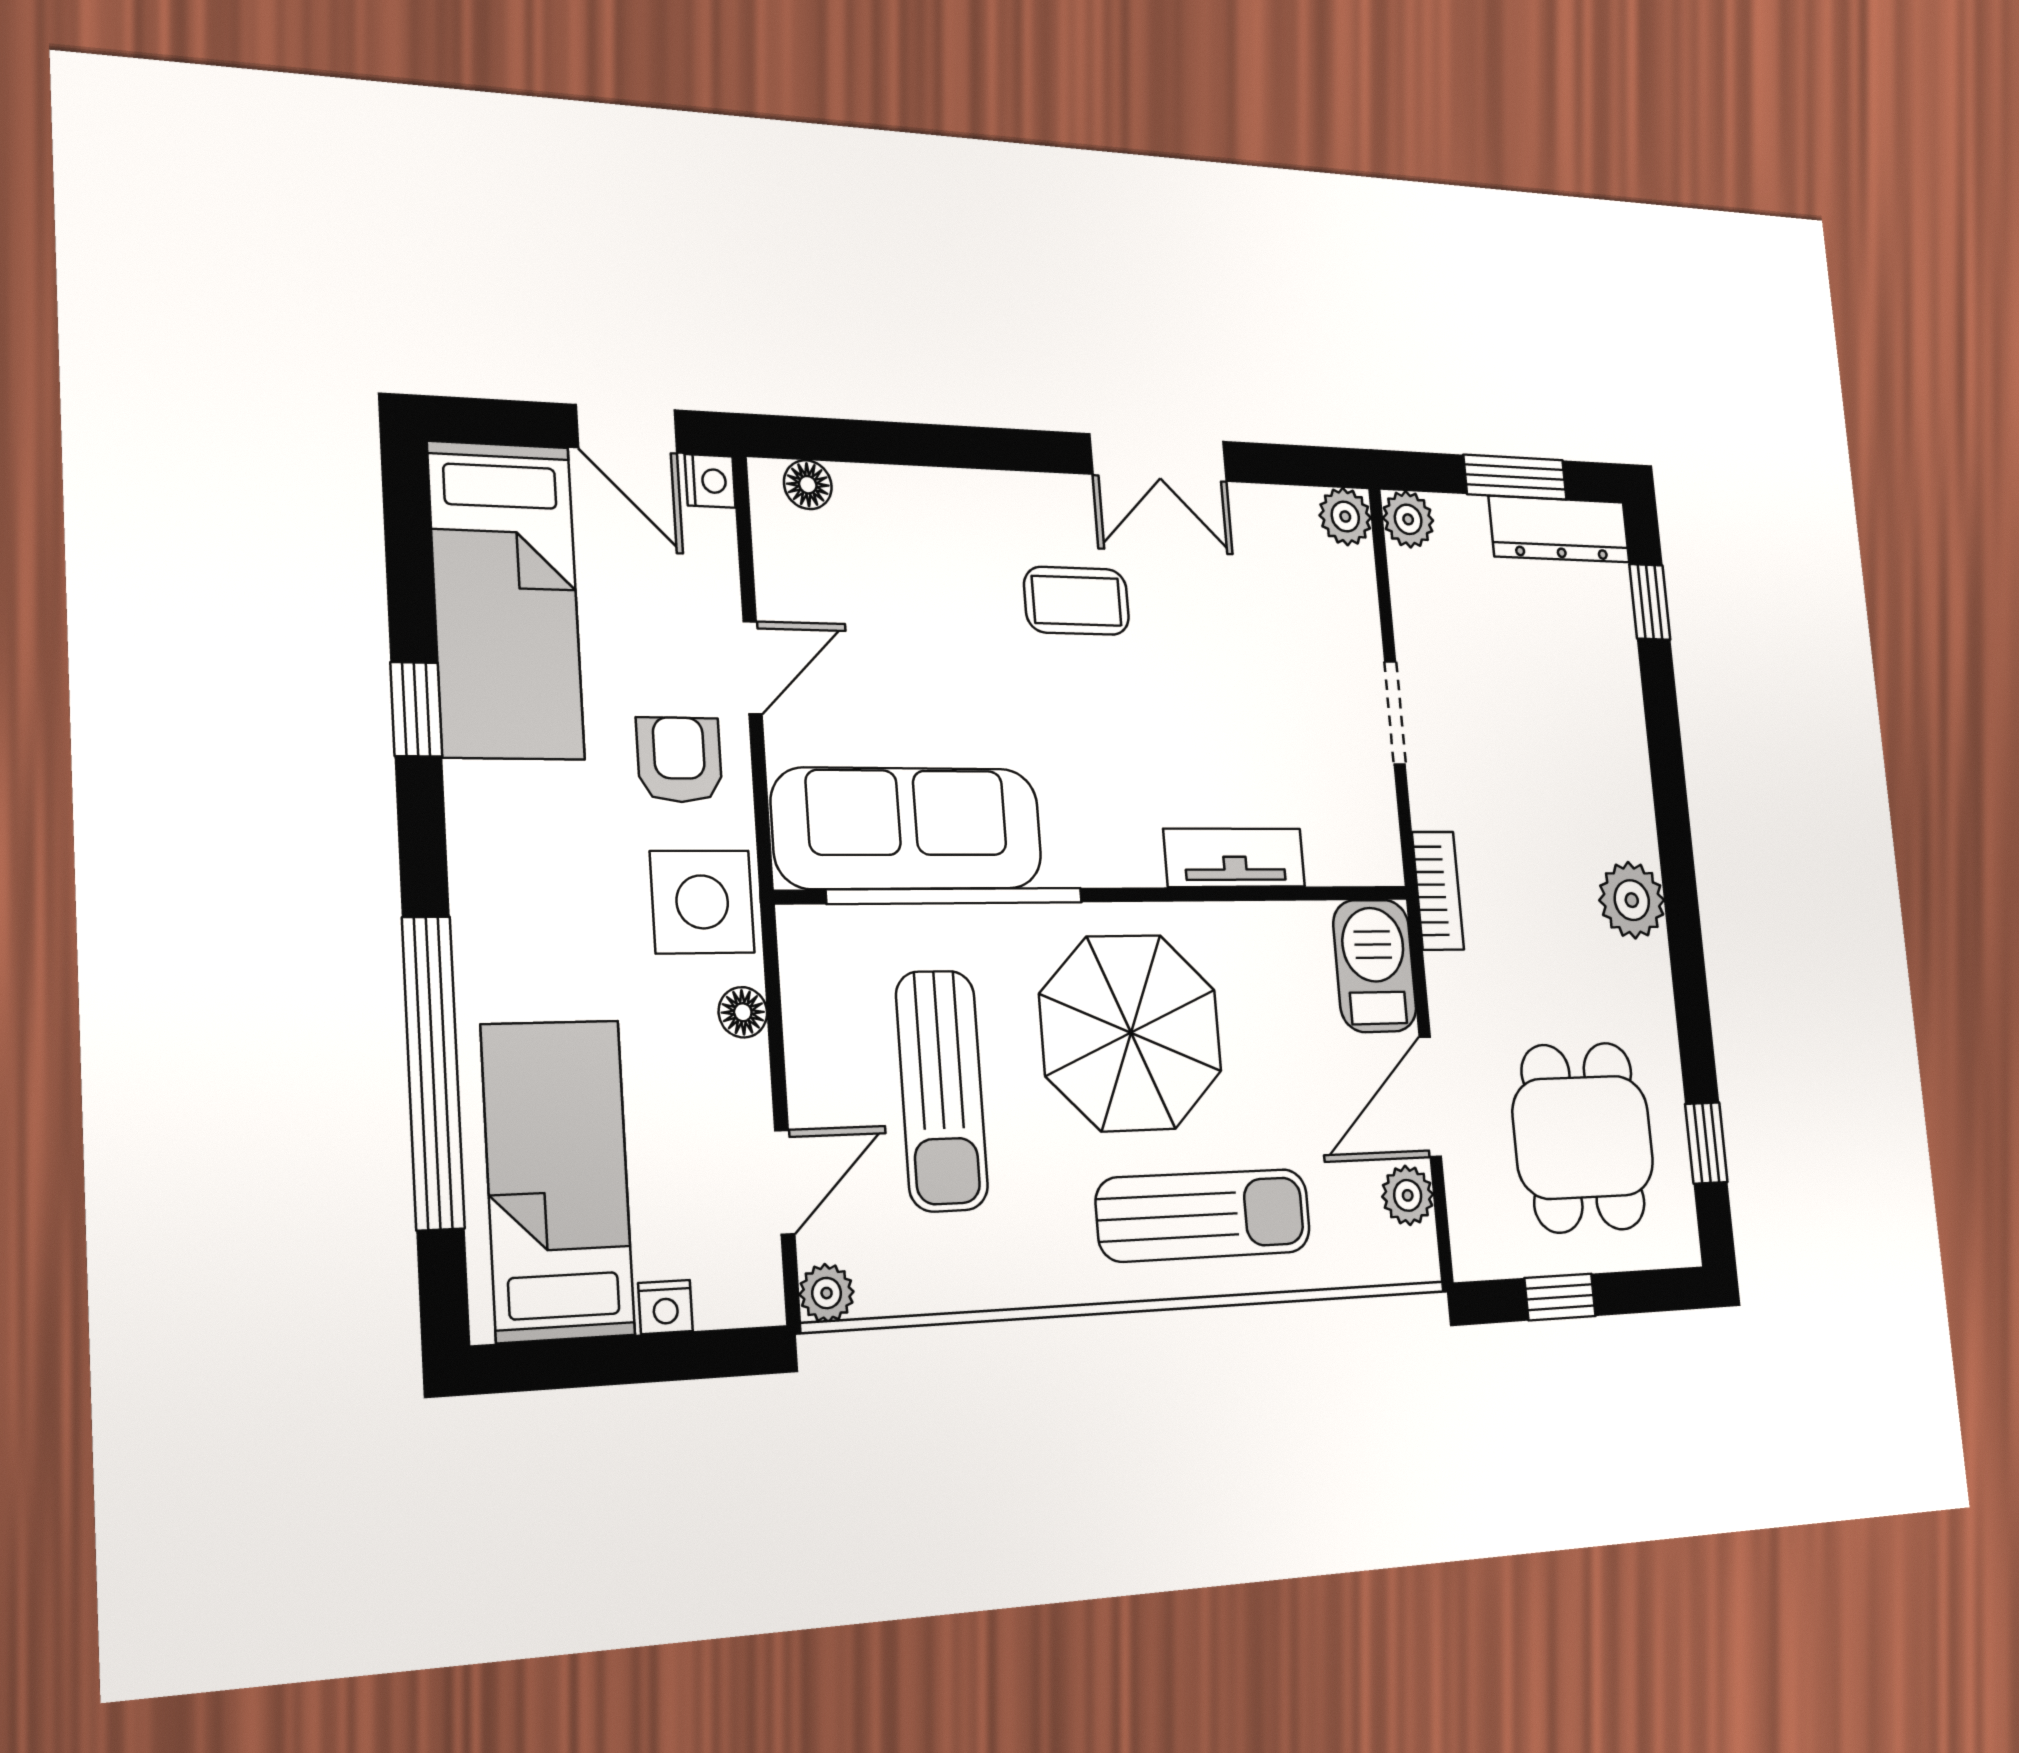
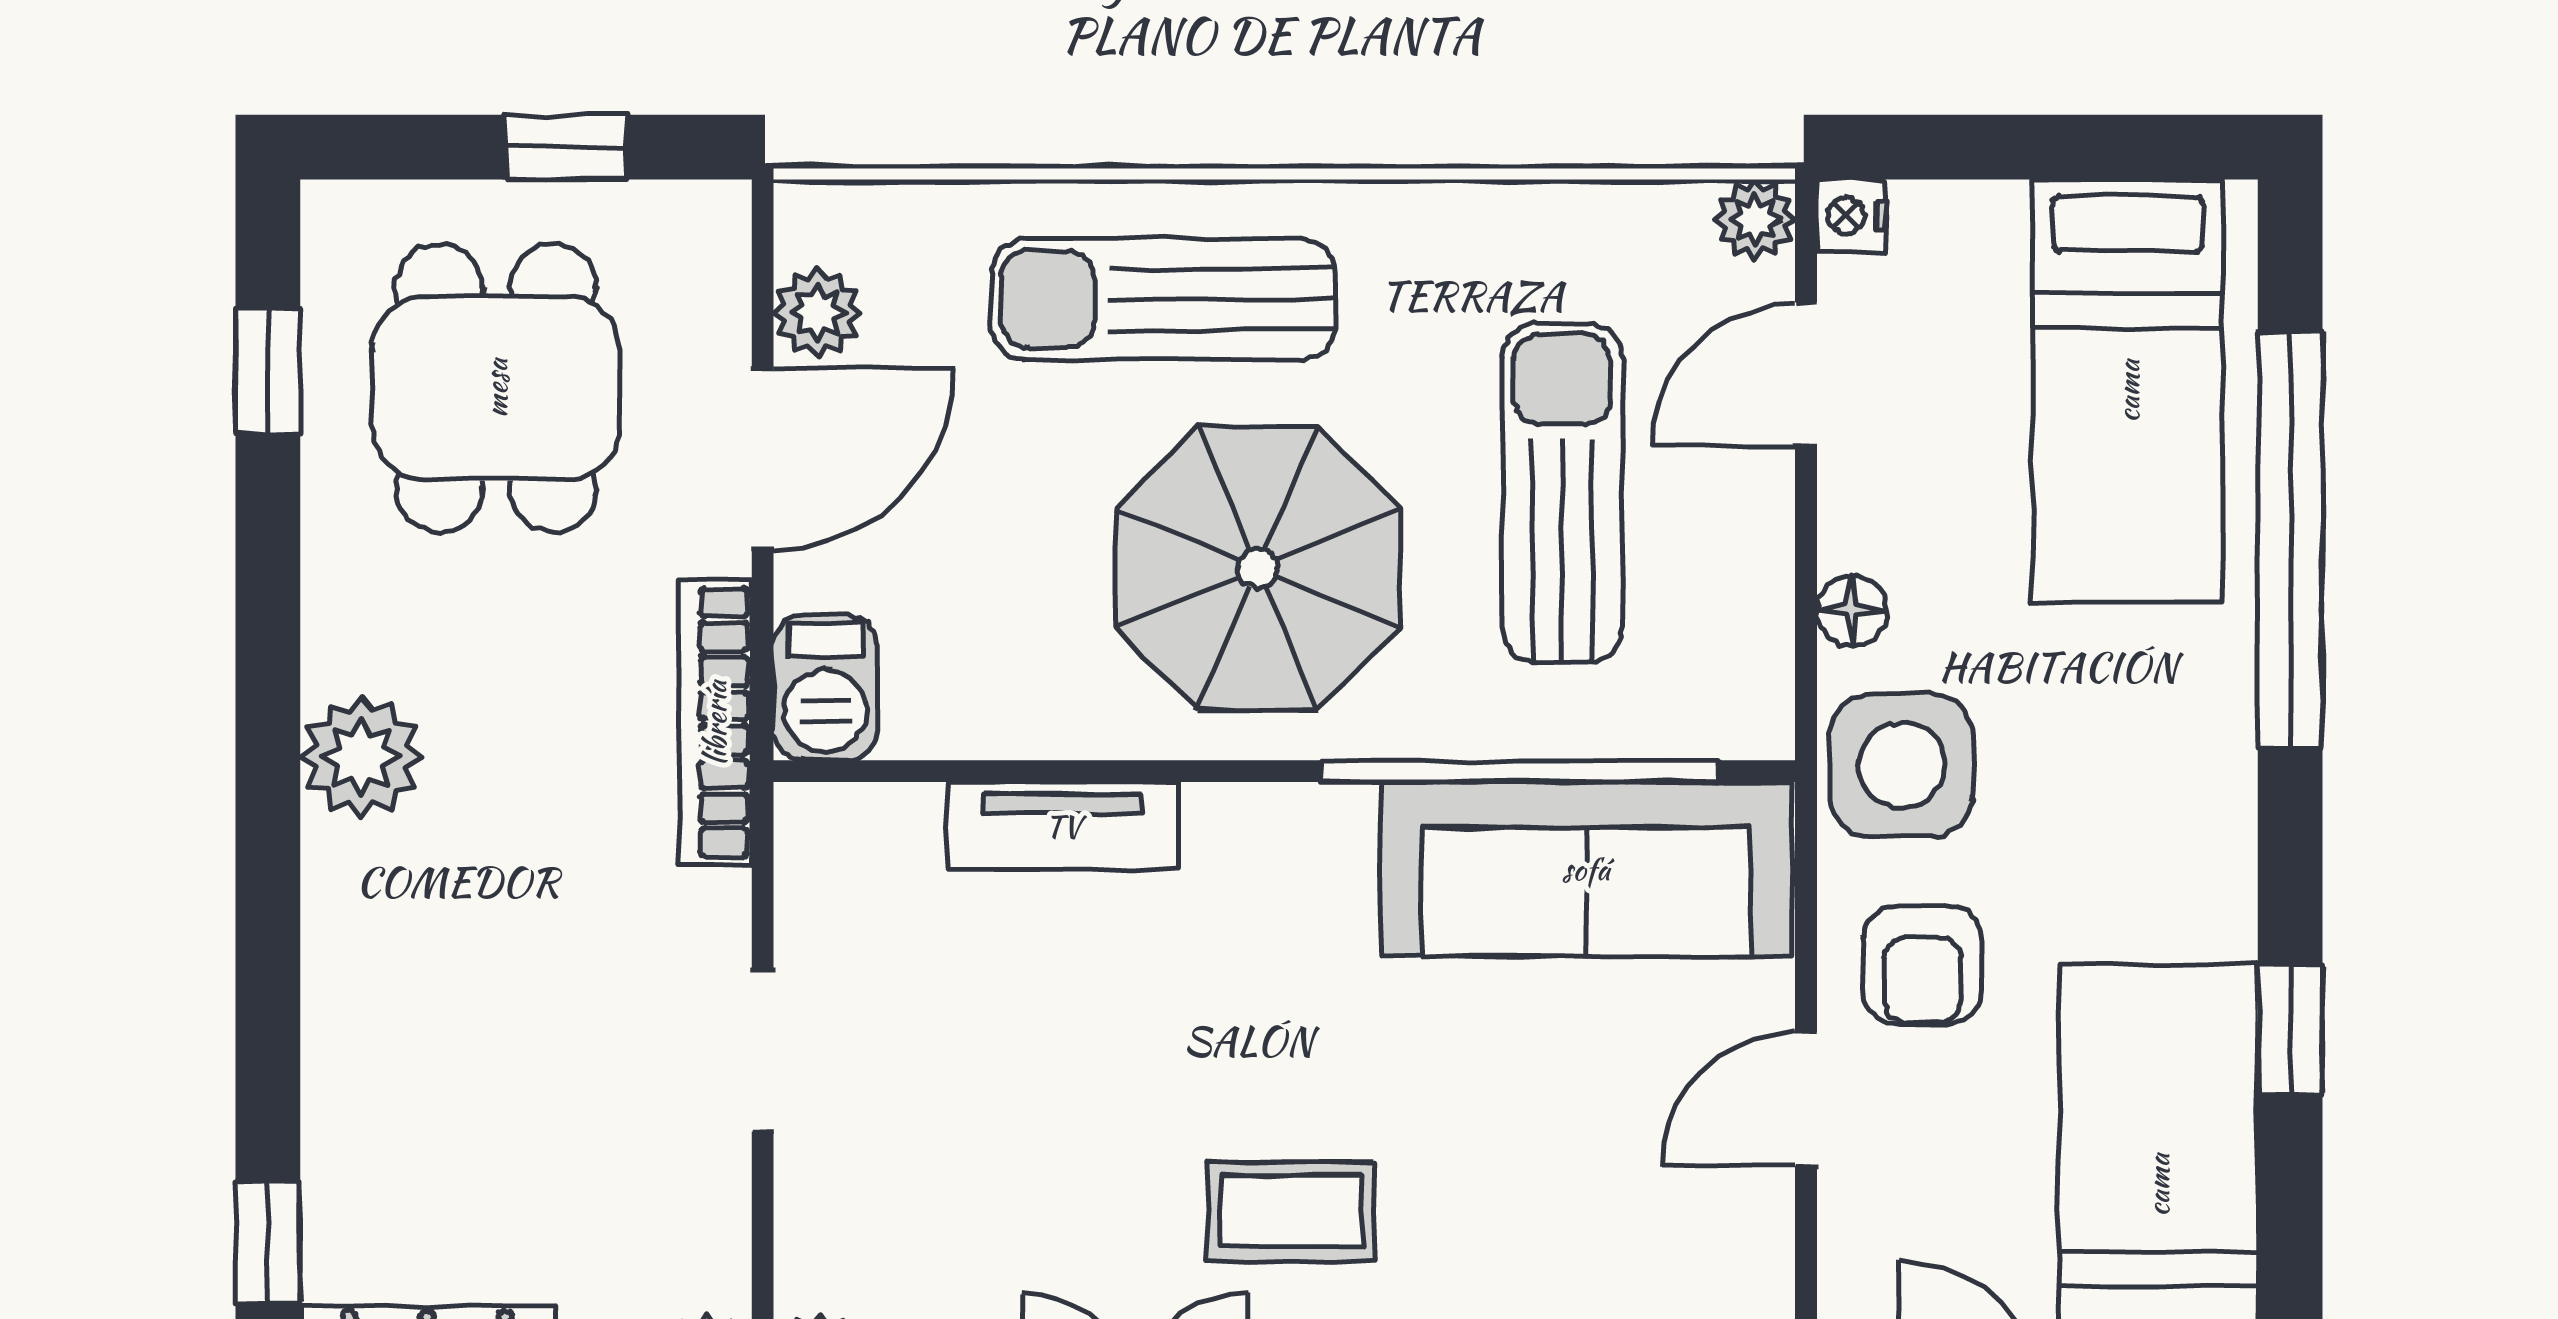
bookcase: (1438, 891) -> (715, 723), width x1.56
barbecue: (1375, 966) -> (825, 687), width x0.73, depth x0.79
nightstand: (665, 1307) -> (1851, 216), moved, turned -90

